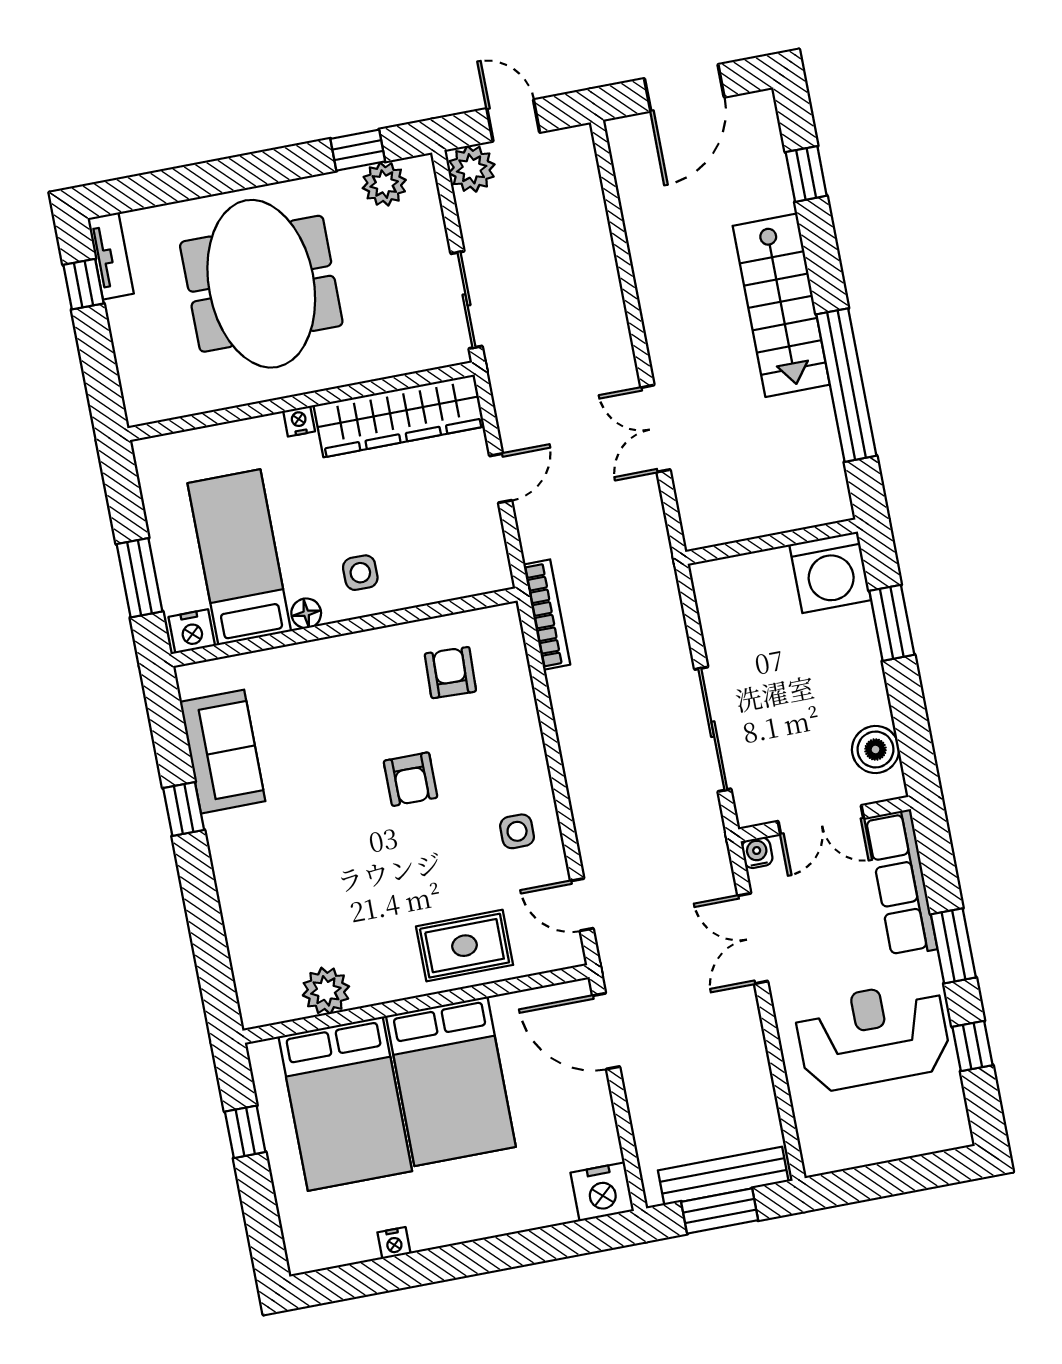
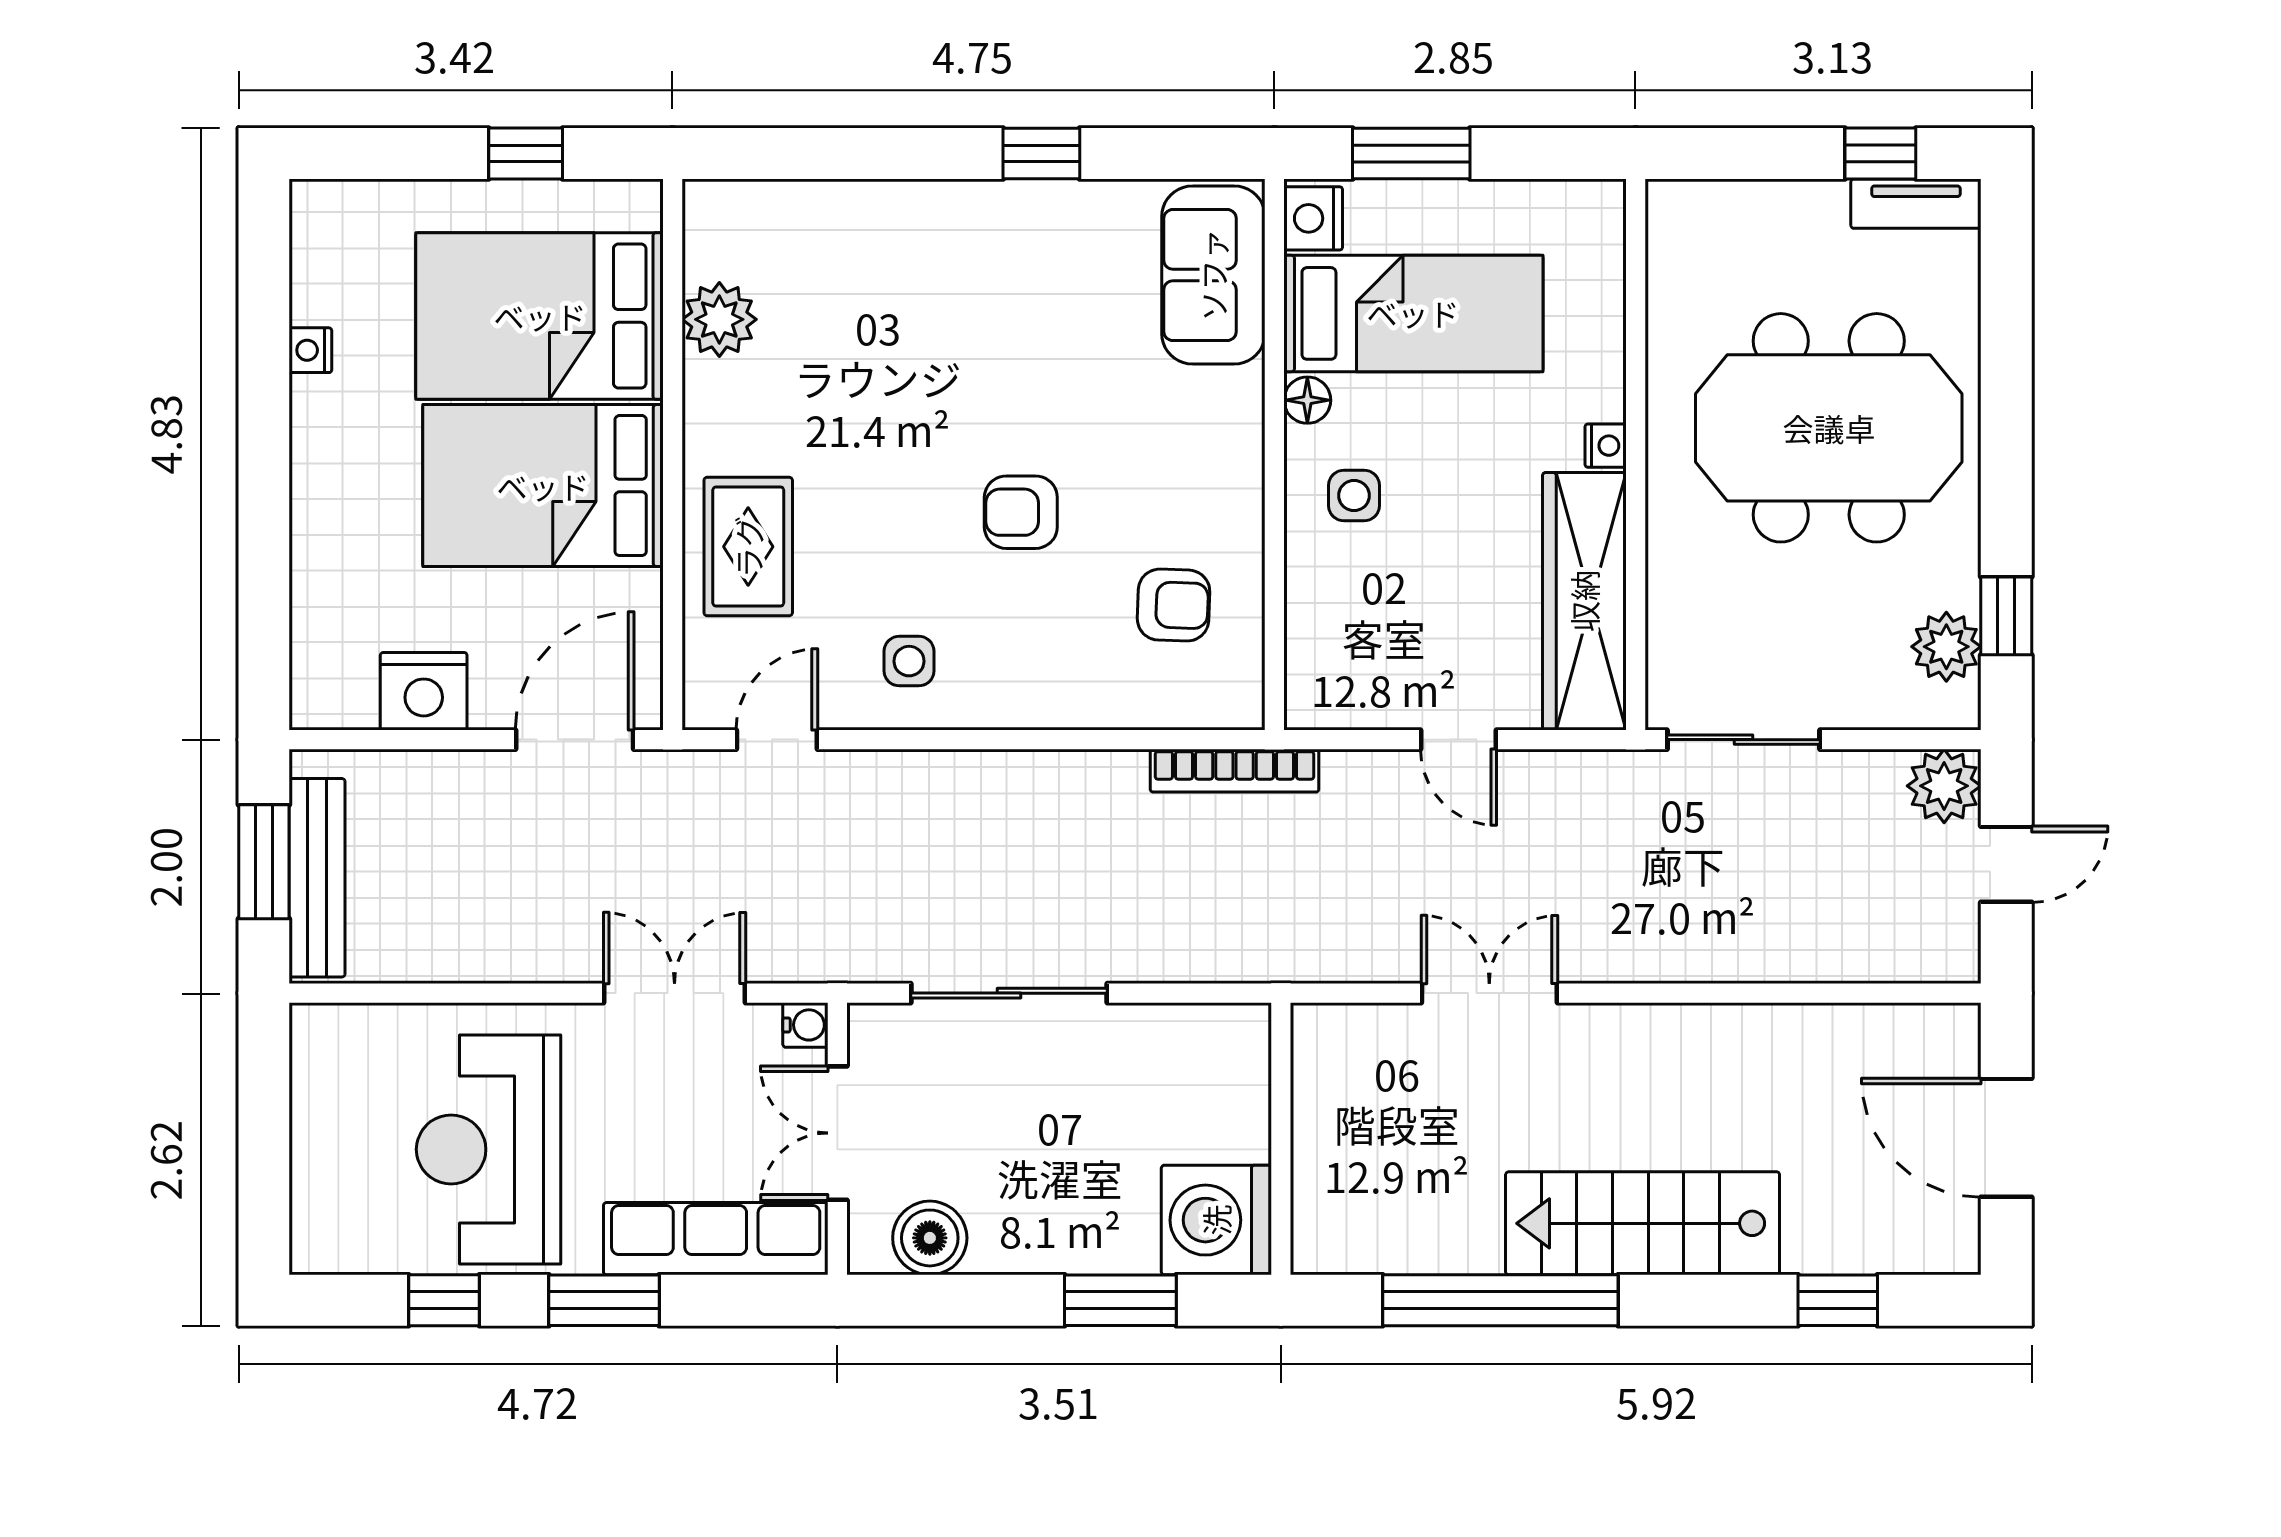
sofa: (223, 752) -> (1213, 275), moved, turned 90
reception desk: (873, 1036) -> (489, 1149), turned 180
nightstand: (602, 1192) -> (424, 691), moved, turned -90

